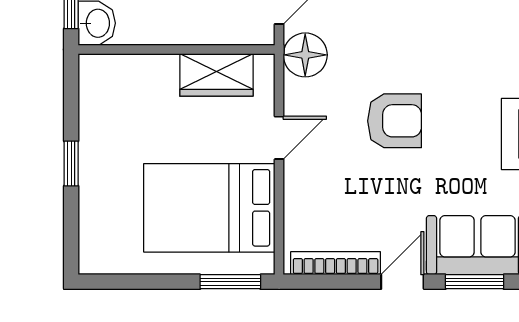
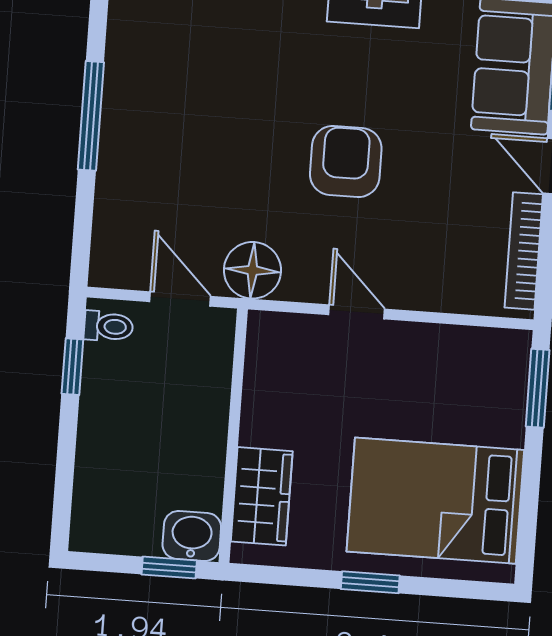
wardrobe: (216, 75) -> (262, 496), moved
bed: (209, 208) -> (435, 501), moved, turned 90

